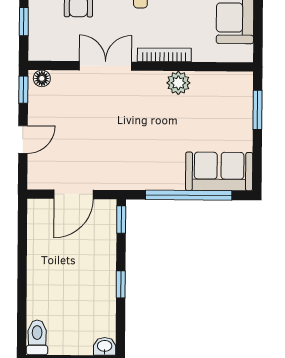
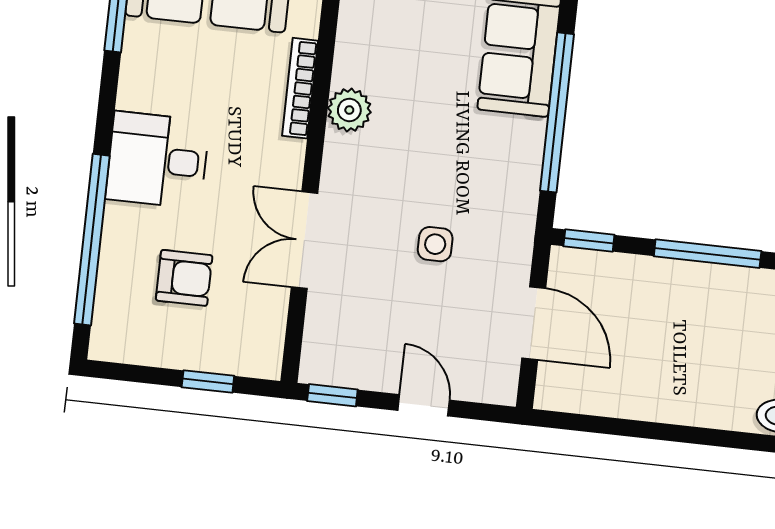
bookcase: (164, 55) -> (300, 88), moved
floor lamp: (42, 78) -> (315, 359), removed
side table: (111, 137) -> (435, 244), added
window: (121, 284) -> (708, 254), width x2.17

